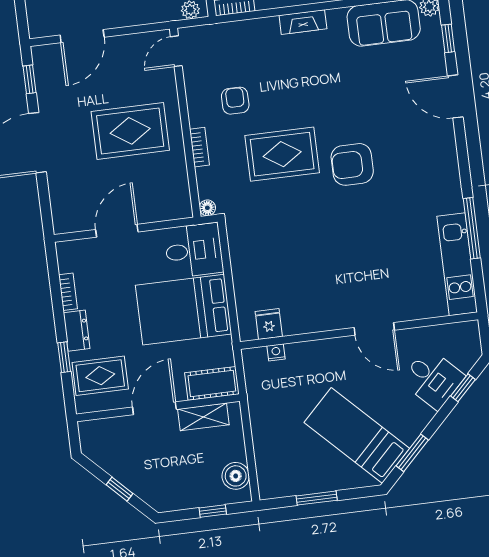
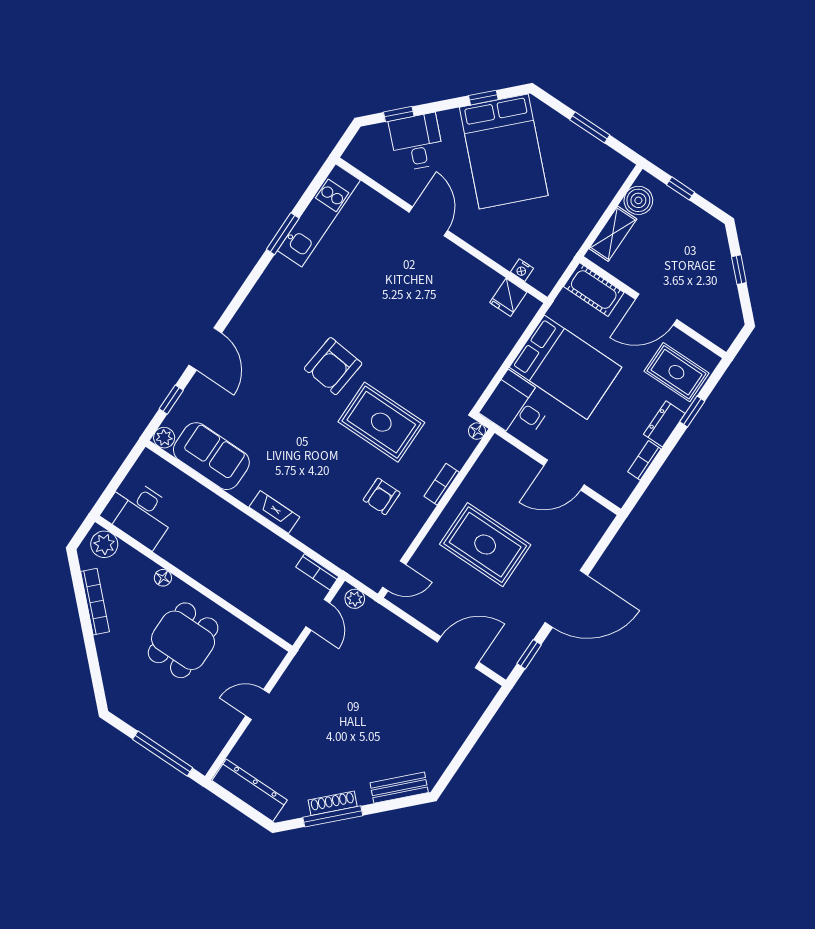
armchair: (352, 164) -> (333, 366), turned 96
window: (472, 228) -> (283, 234), width x0.69
shelving: (203, 417) -> (613, 234), moved, turned 90
bed: (357, 436) -> (504, 151), width x1.50
window: (412, 453) -> (483, 98), width x0.67

